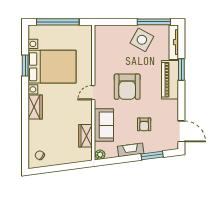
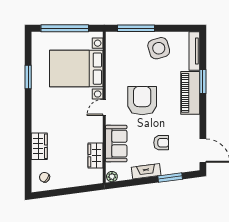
window: (154, 22) -> (136, 28), moved
side table: (142, 40) -> (159, 48), turned 45
bed with nightstands: (52, 67) -> (76, 69), moved, turned 180
armchair: (127, 87) -> (142, 101), turned 180
wardrobe: (35, 107) -> (39, 146), moved
armchair: (144, 124) -> (161, 143), turned -90

